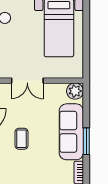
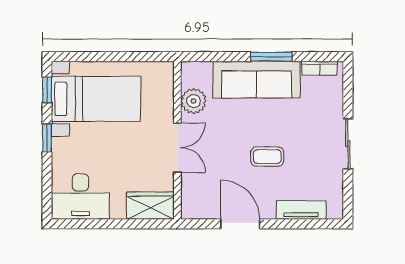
plant: (75, 91) -> (194, 101), moved

